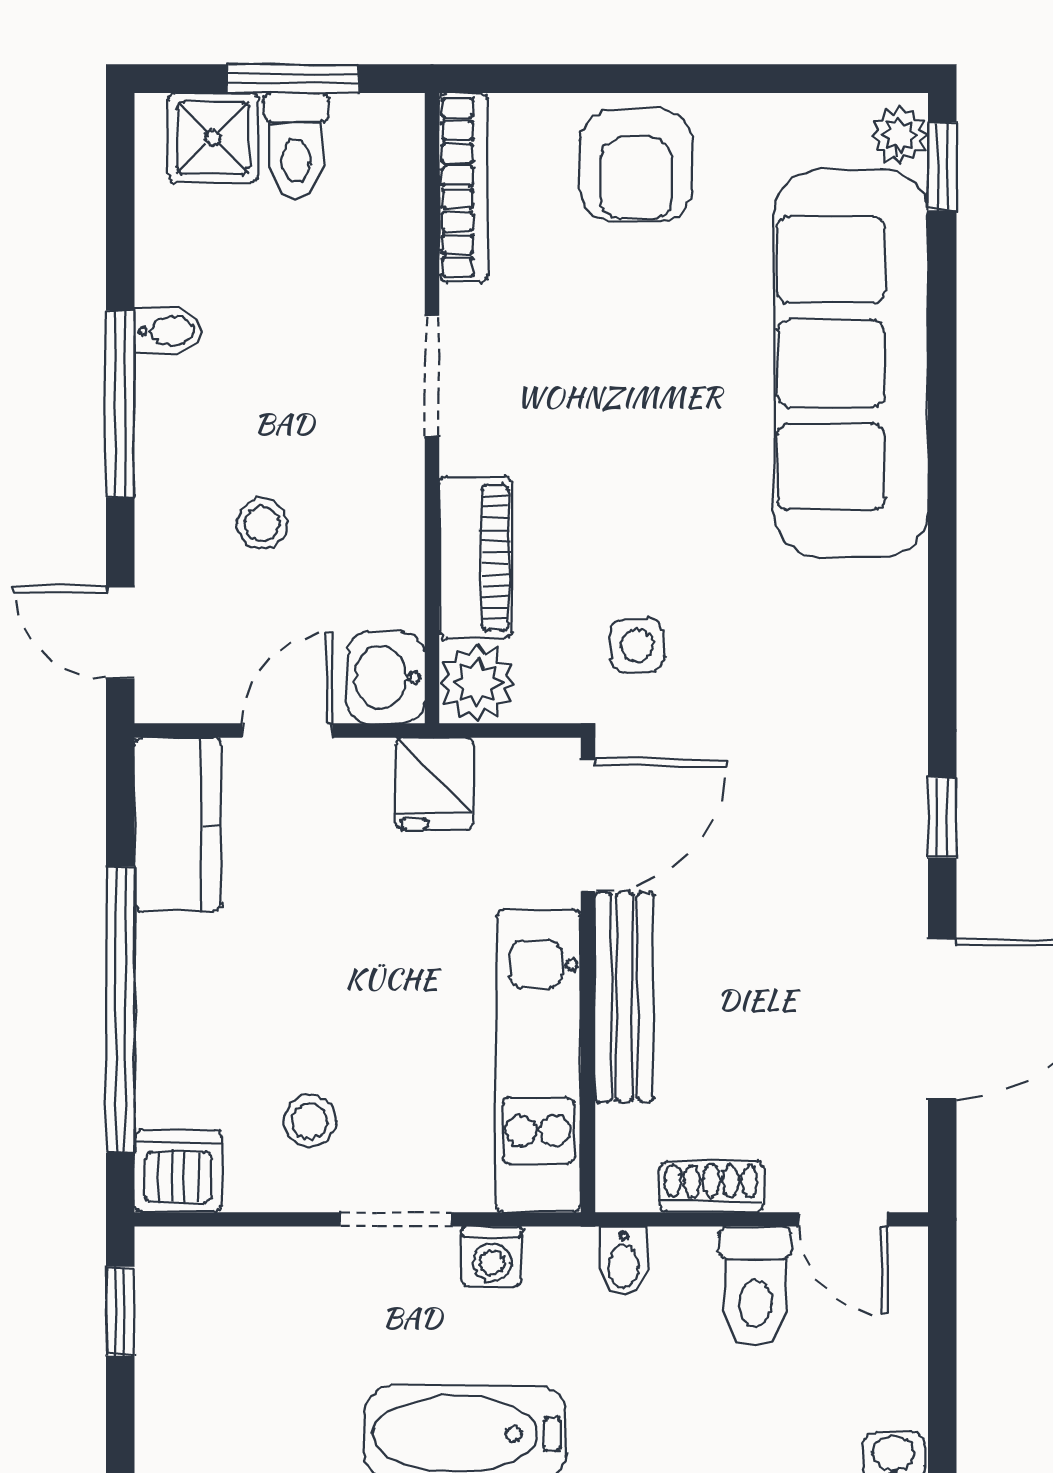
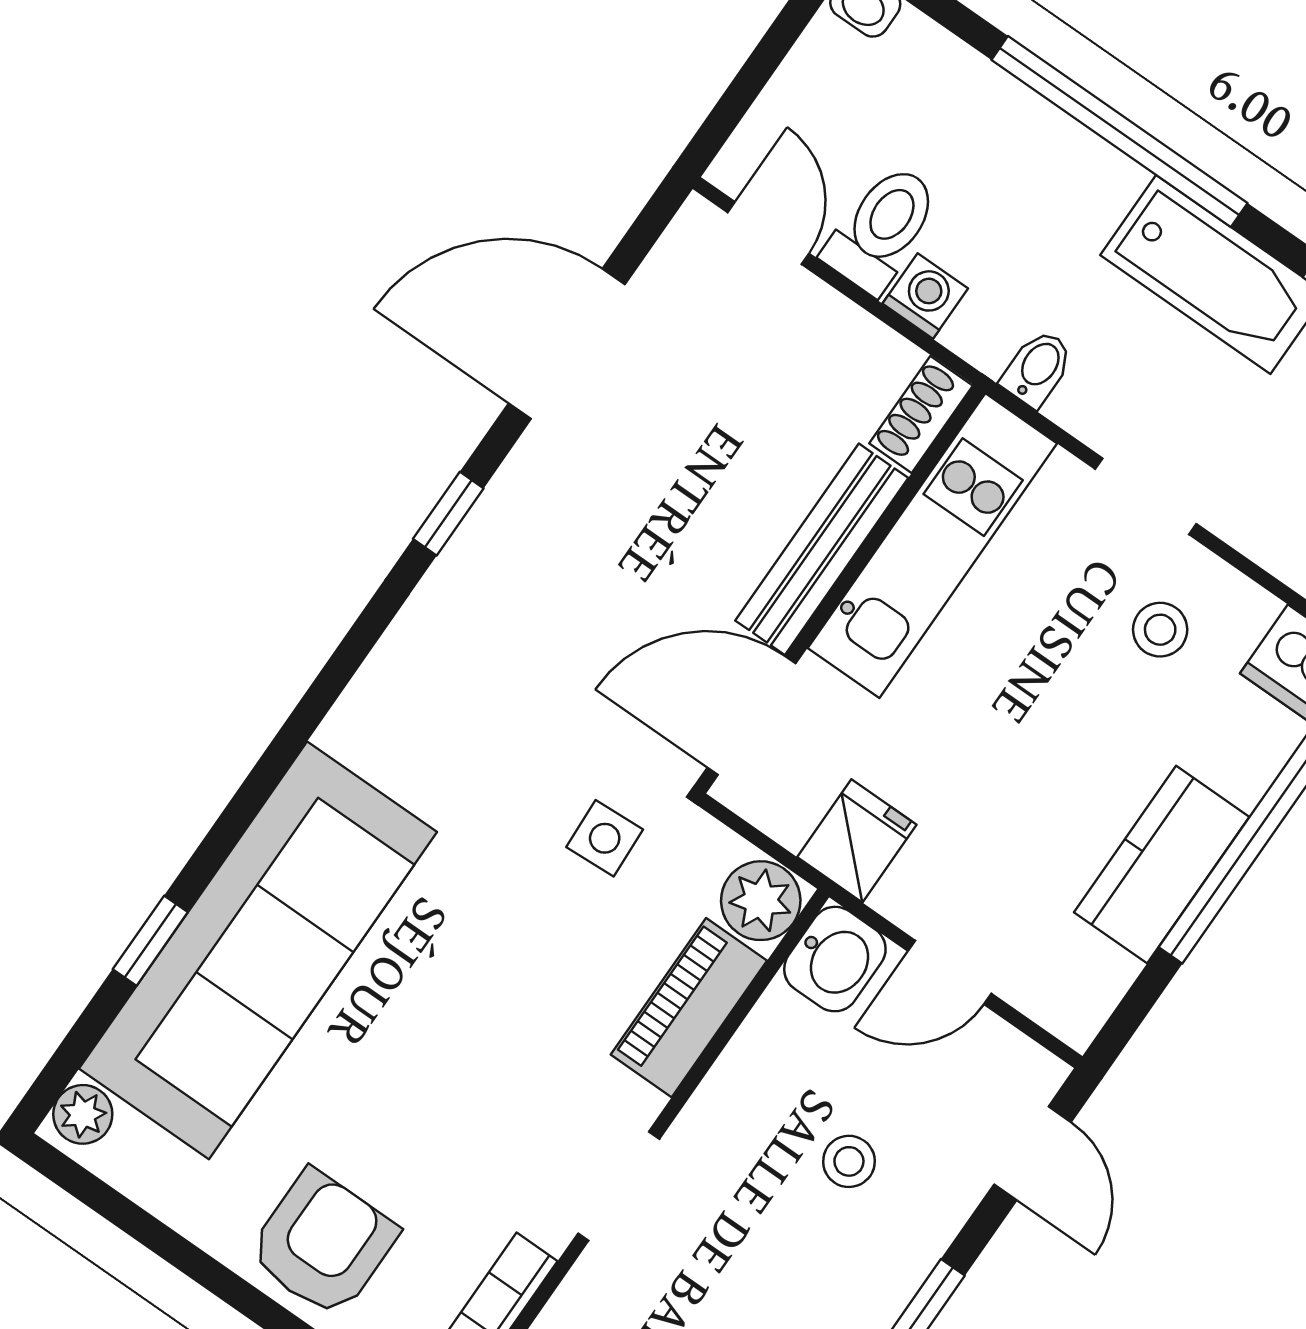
window: (942, 166) -> (150, 941), moved
kitchen counter: (178, 824) -> (1162, 865), moved
shoe rack: (711, 1187) -> (921, 415), moved, turned 90
washing machine: (492, 1256) -> (925, 296), moved
bidet: (623, 1261) -> (1037, 368), moved

